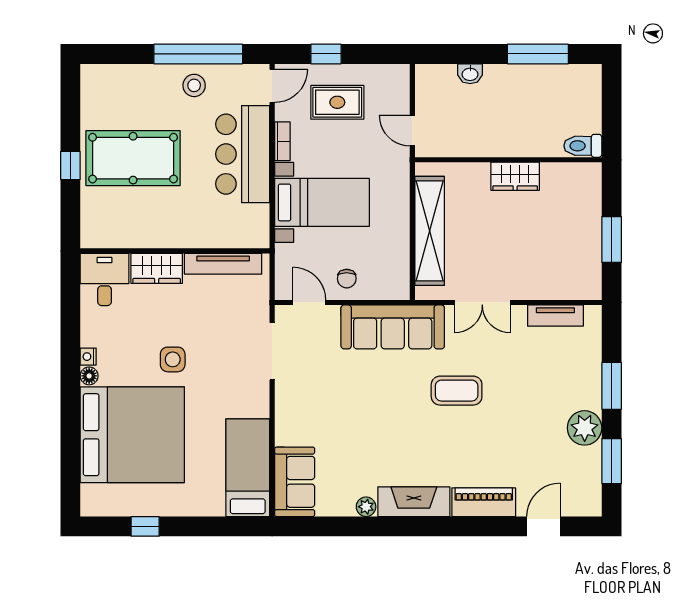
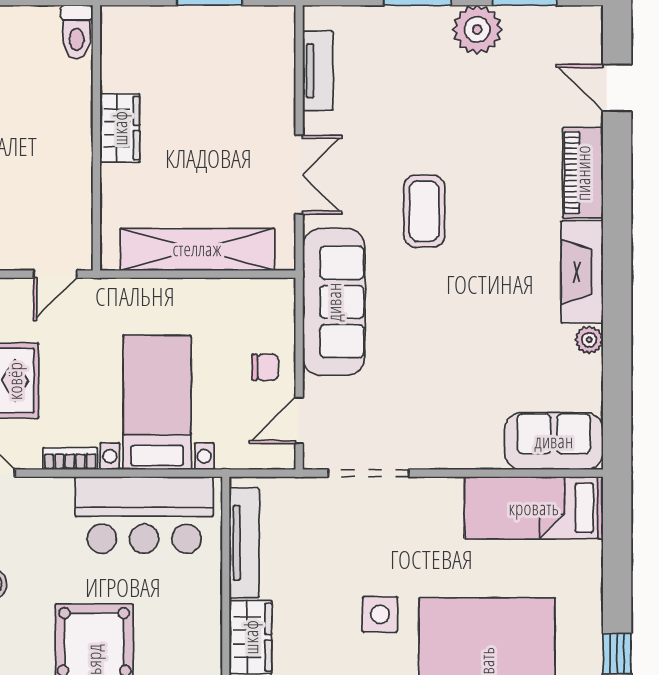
bar counter: (243, 154) -> (144, 515), moved

